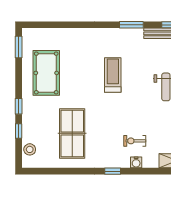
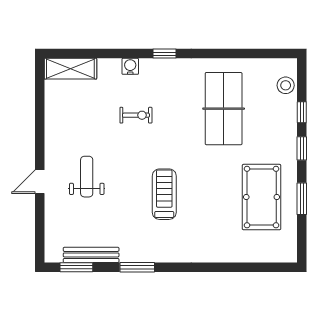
window: (19, 47) -> (302, 199), moved
treadmill: (113, 75) -> (164, 194), turned 180
exercise bike: (135, 141) -> (136, 115), moved

